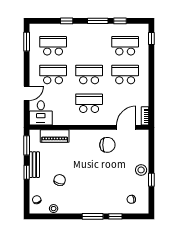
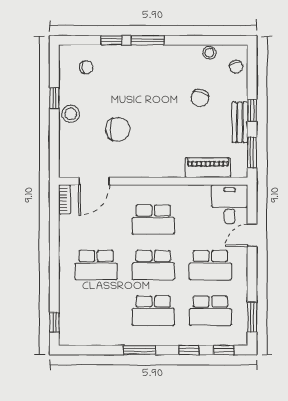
window: (120, 21) -> (224, 350), moved
school desk: (125, 46) -> (153, 311), moved
chair: (107, 145) -> (118, 129), moved, turned 180

